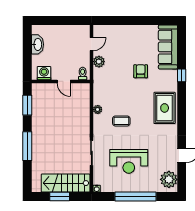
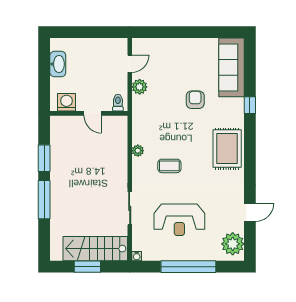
window: (27, 105) -> (44, 158), moved

